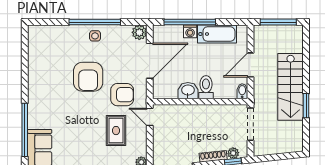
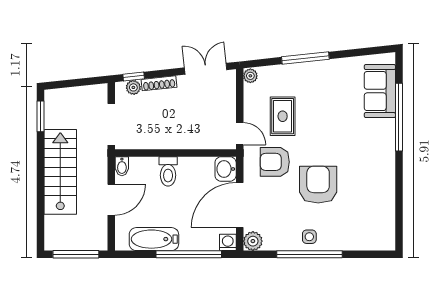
washing machine: (190, 31) -> (228, 242), moved
washbasin: (188, 91) -> (226, 169), moved, turned 90
window: (306, 106) -> (41, 116), moved

